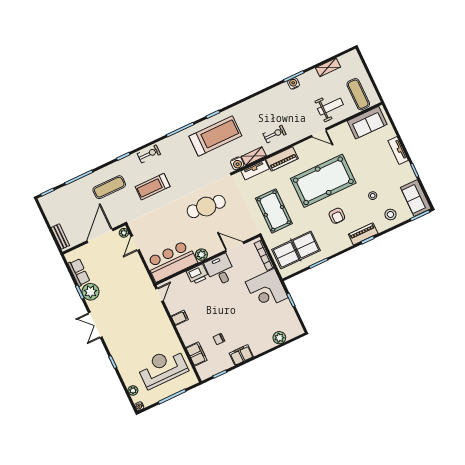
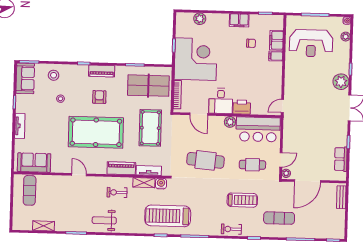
water cooler: (294, 83) -> (79, 227), removed
weight bench: (330, 107) -> (104, 220), moved
cafe table: (160, 225) -> (252, 165), added
piano: (363, 234) -> (102, 71), moved
corner desk: (267, 290) -> (196, 59), width x1.36, depth x1.36
plant: (90, 292) -> (341, 82), moved
filing cabinet: (180, 318) -> (276, 56), moved

